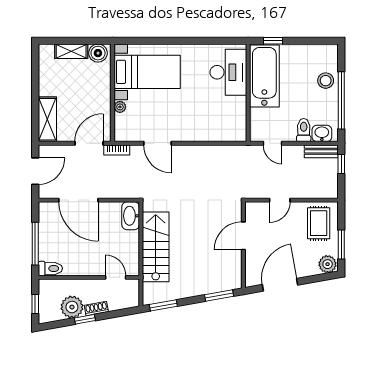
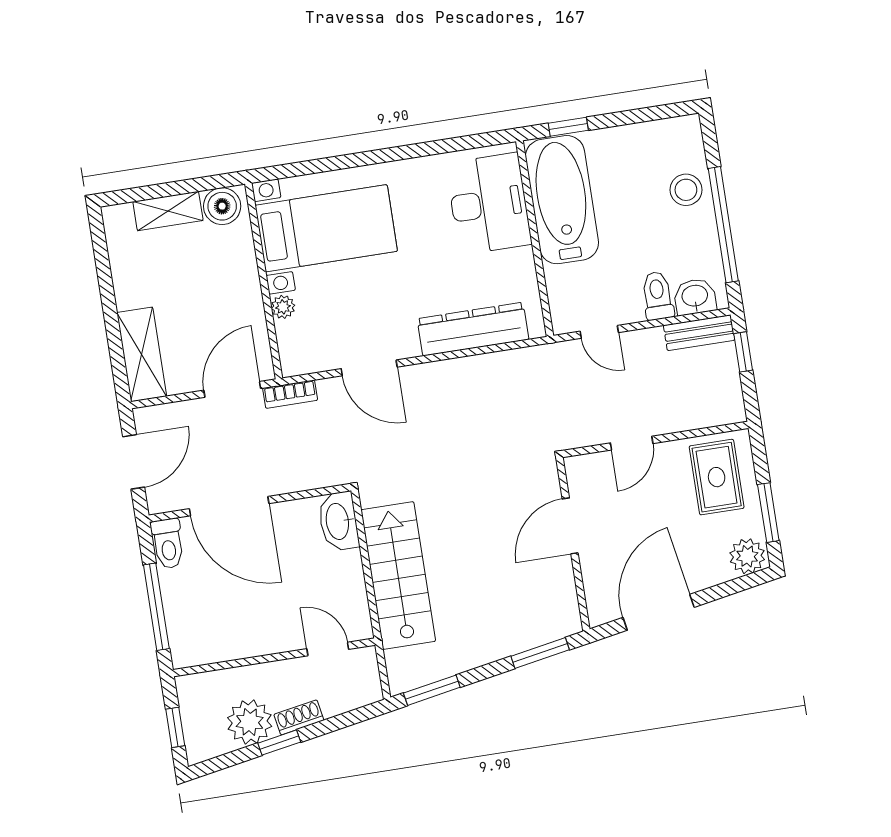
dresser: (211, 132) -> (473, 329), added
toilet: (50, 268) -> (168, 544), moved, turned 90

